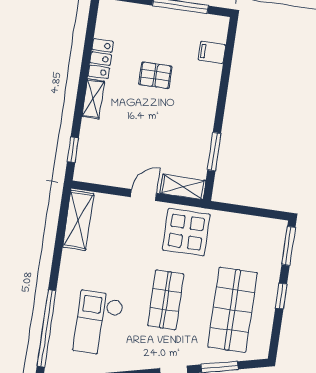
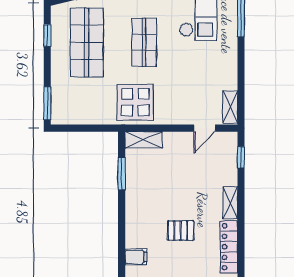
locker: (101, 59) -> (229, 247), width x1.53
door: (143, 195) -> (205, 128), moved
shelving: (78, 220) -> (230, 107), width x0.67, depth x0.75
window: (281, 296) -> (47, 35), moved

